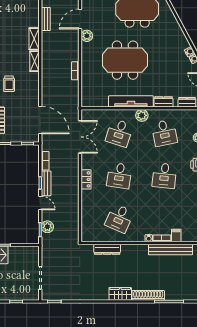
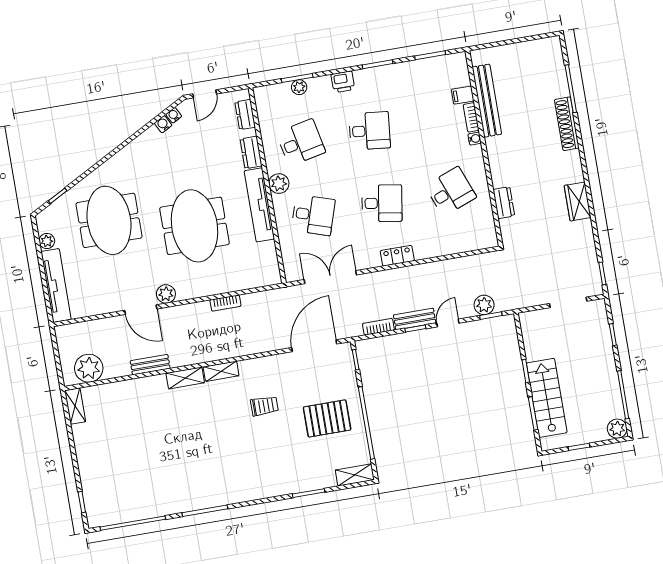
desk: (119, 218) -> (451, 192), turned -45
dresser: (107, 249) -> (504, 203), width x0.70
wardrobe: (120, 294) -> (578, 201), moved

